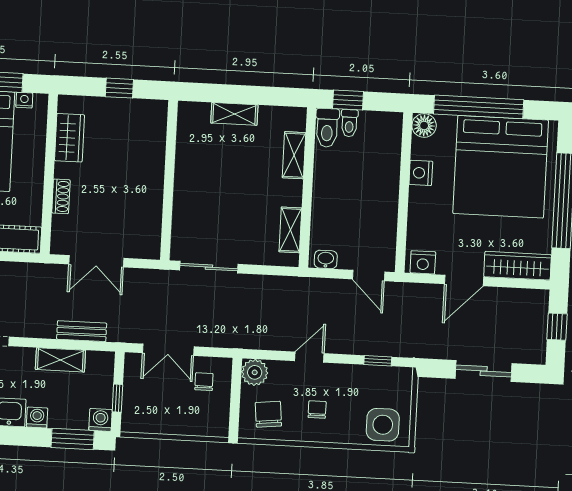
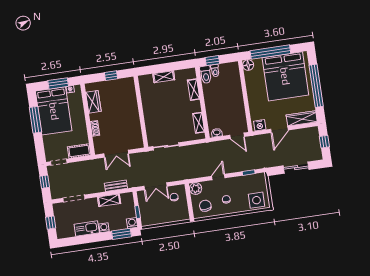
nightstand: (421, 173) -> (251, 86), removed

